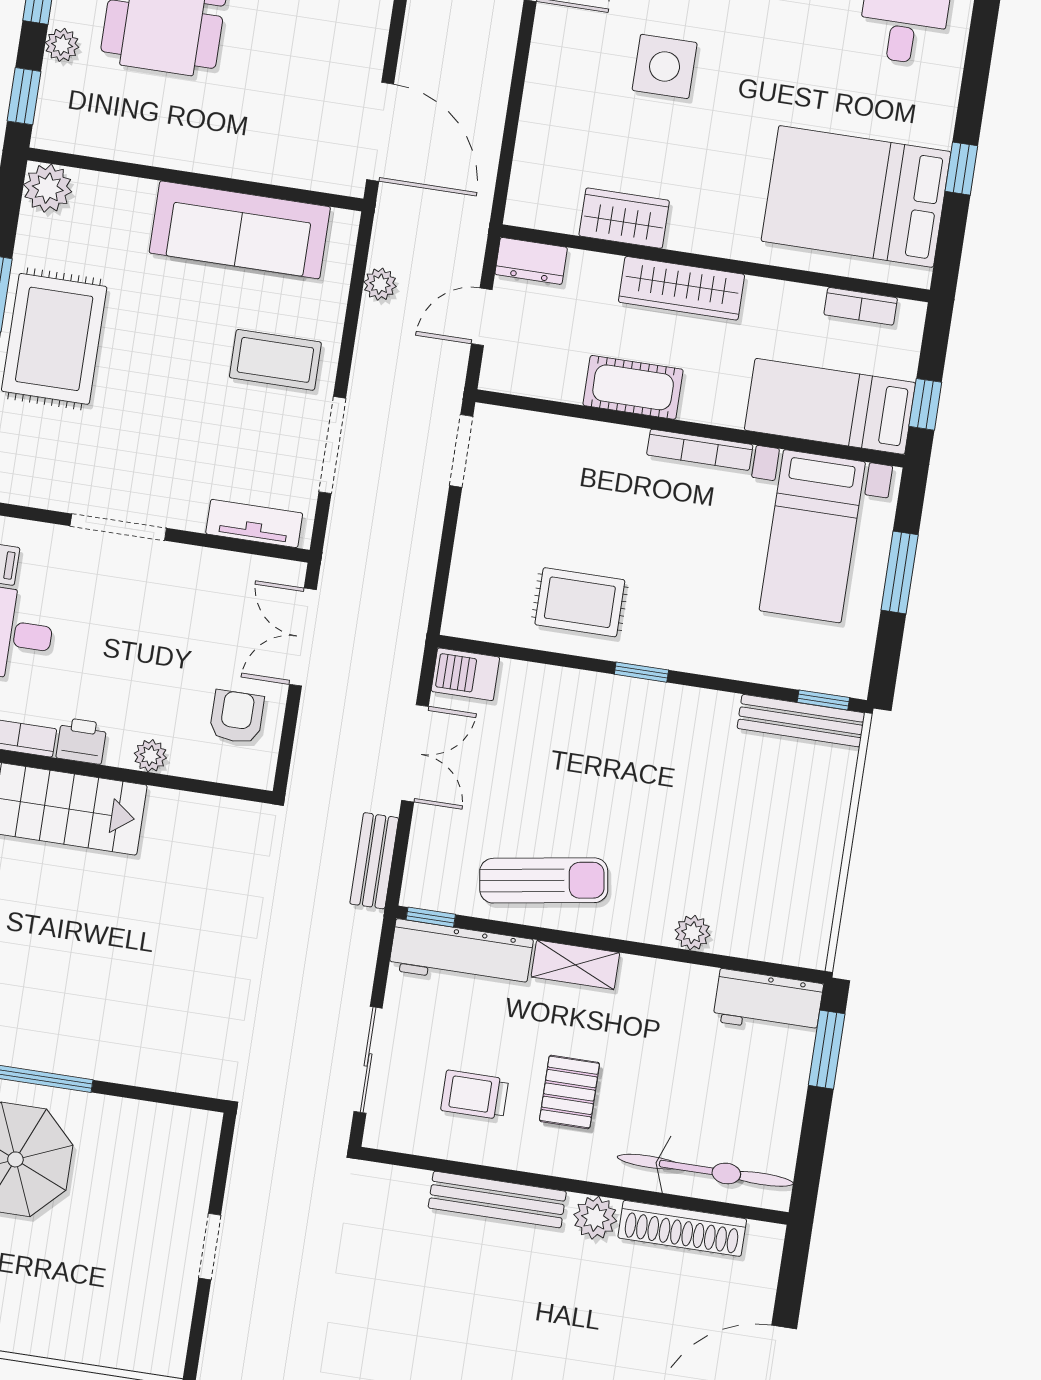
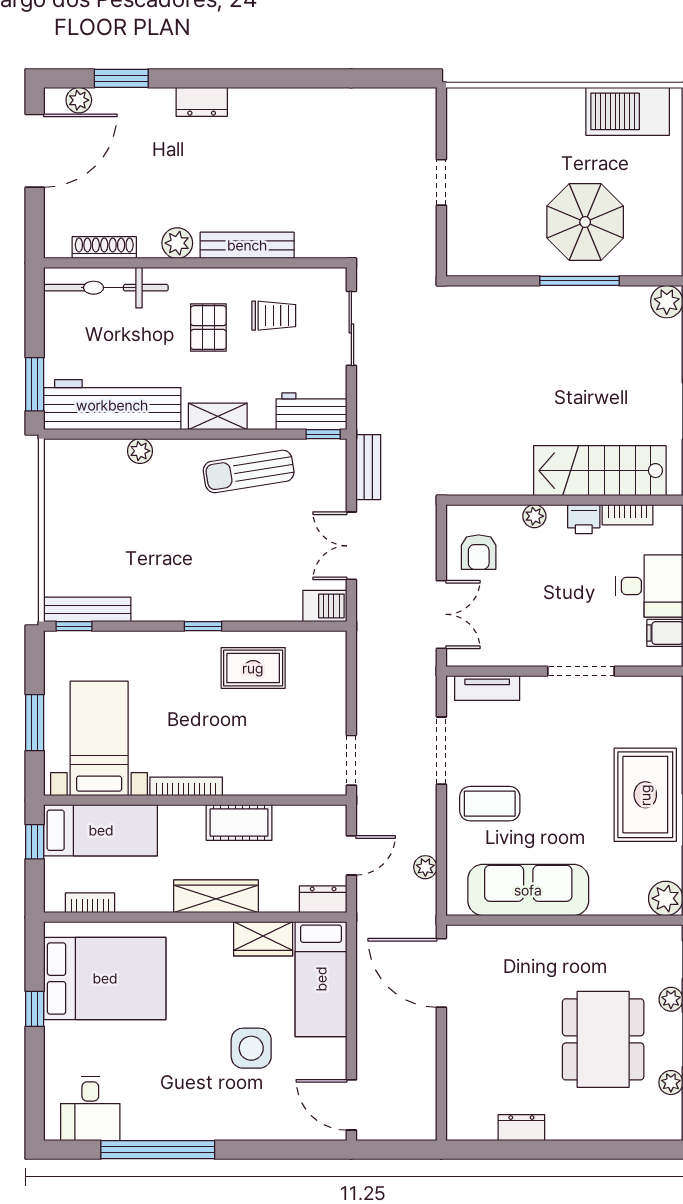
bed: (551, 149) -> (321, 979), added
workbench: (461, 955) -> (311, 411), width x0.73
workbench: (768, 1002) -> (112, 405), width x1.88, depth x1.32
shoe rack: (682, 1228) -> (104, 248), width x0.74, depth x0.81

